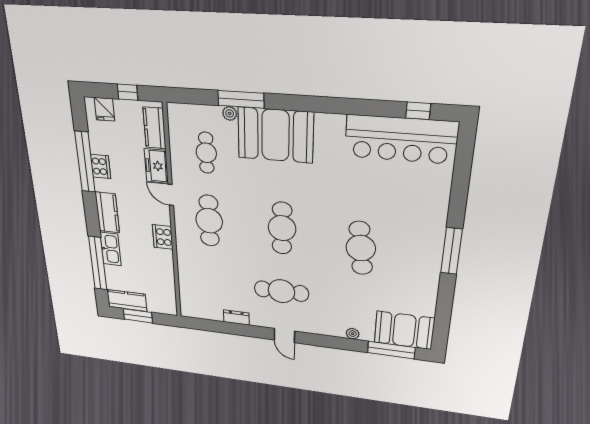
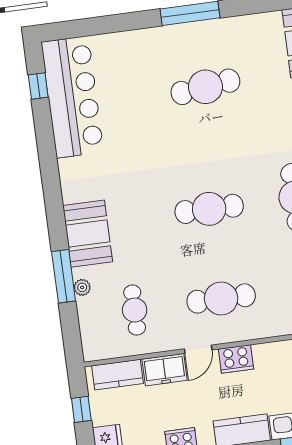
booth: (275, 135) -> (88, 234), width x0.73, depth x0.70
cafe table: (206, 153) -> (135, 310), turned 90
cooker: (163, 237) -> (236, 359), moved
cafe table: (361, 248) -> (205, 87), moved

